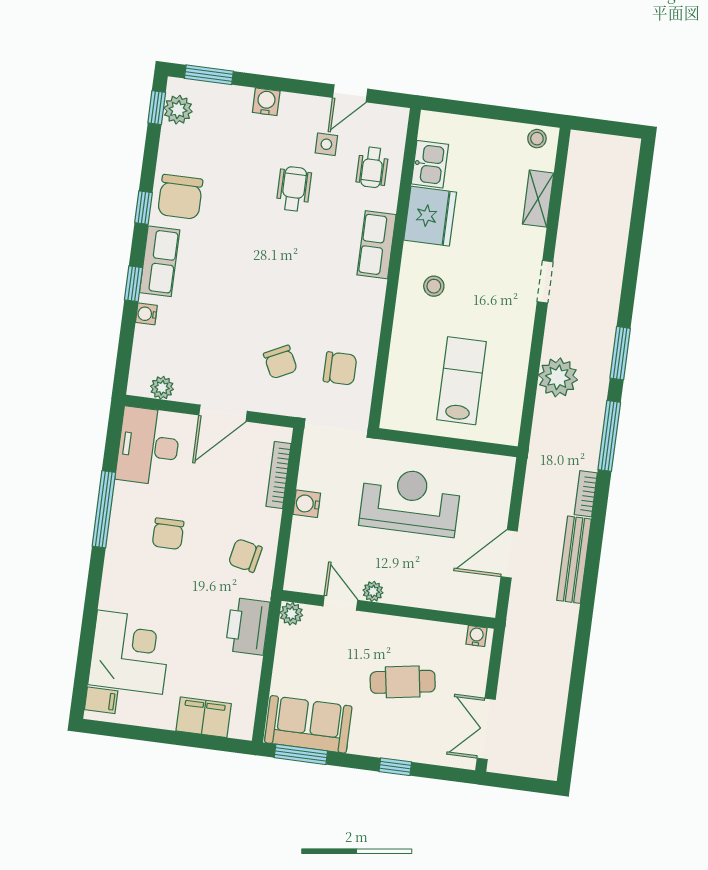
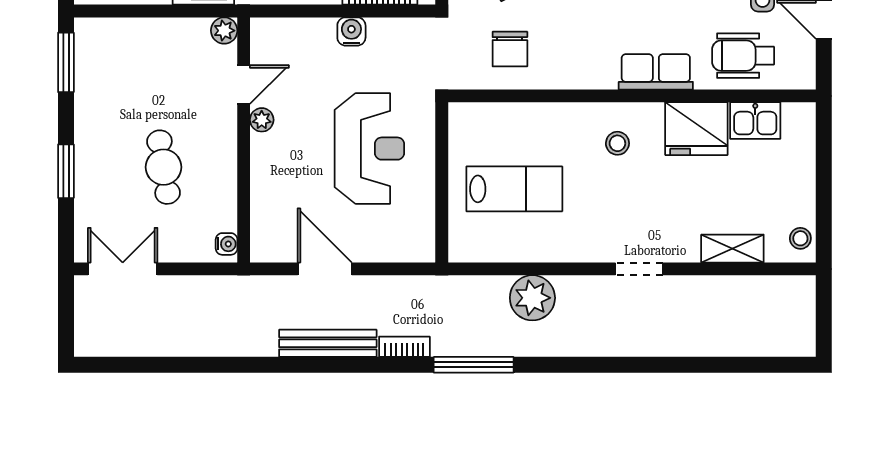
wheelchair: (372, 167) -> (743, 56), width x1.36, depth x1.37
window: (620, 353) -> (569, 365), removed
sofa: (308, 724) -> (101, 66), removed
window: (395, 767) -> (66, 171), width x1.50

